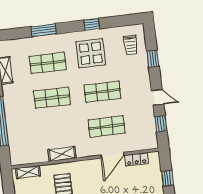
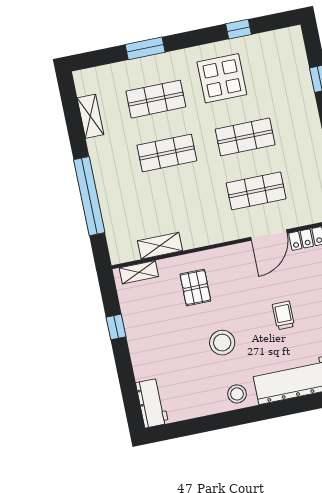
window: (92, 24) -> (239, 29), moved
trolley: (131, 45) -> (283, 61), removed
shelving: (62, 154) -> (160, 246), moved

